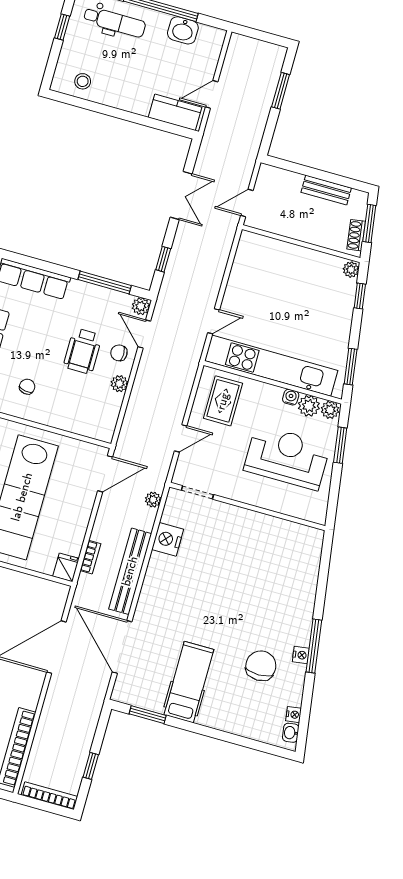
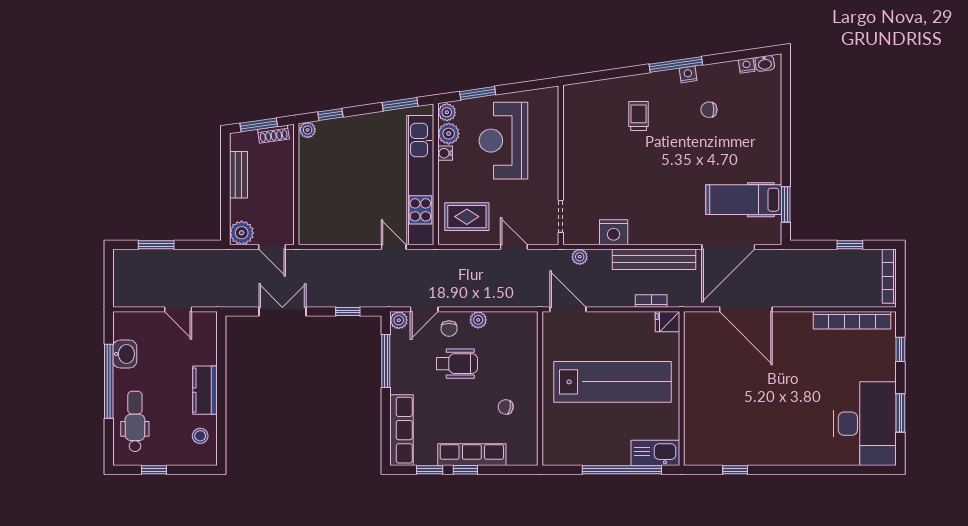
kitchen counter: (175, 112) -> (205, 390), moved
plant: (269, 177) -> (242, 233), added
trolley: (274, 596) -> (639, 116), added
chair: (261, 666) -> (709, 110), width x0.54, depth x0.54
hospital bed: (189, 682) -> (744, 200), moved

